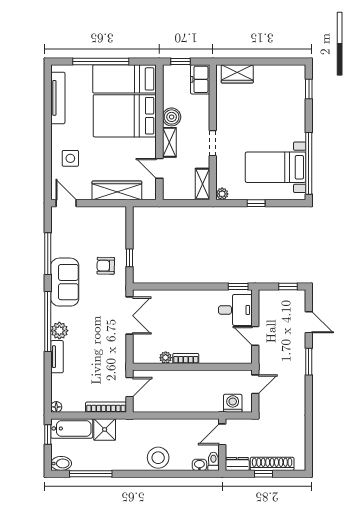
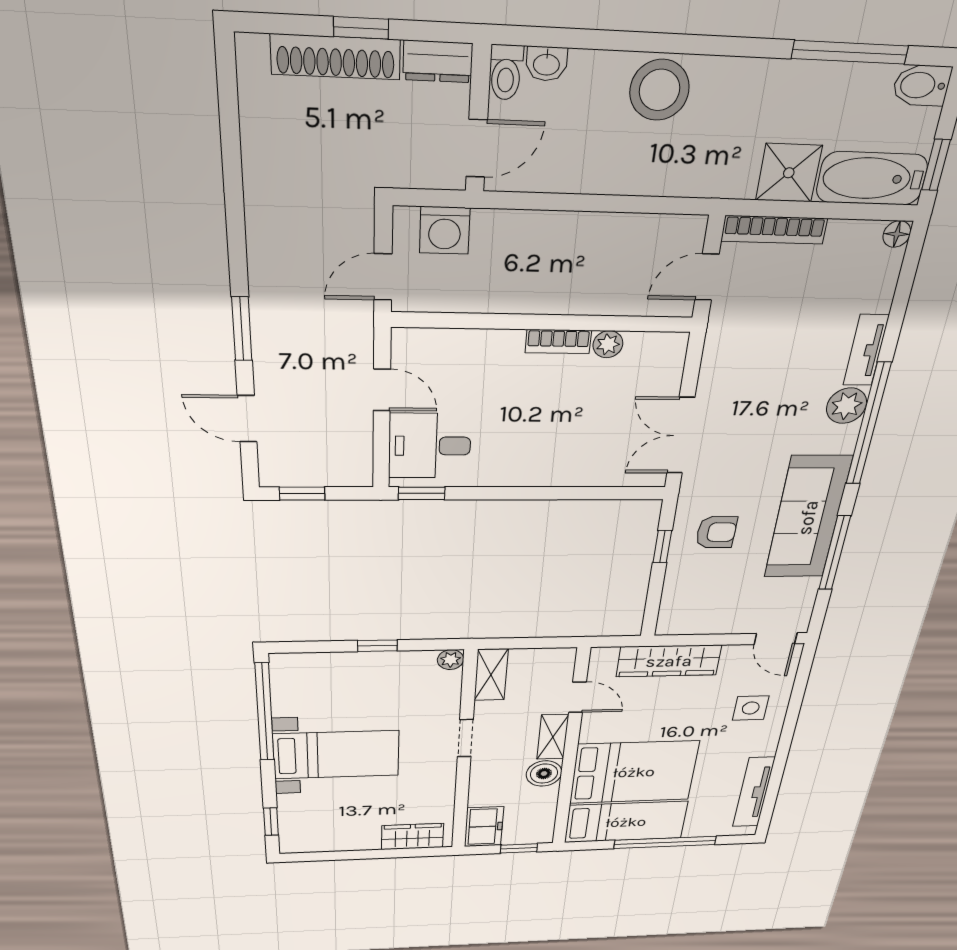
bed with nightstands: (276, 167) -> (336, 755), moved
sofa: (65, 282) -> (807, 518), width x1.36

